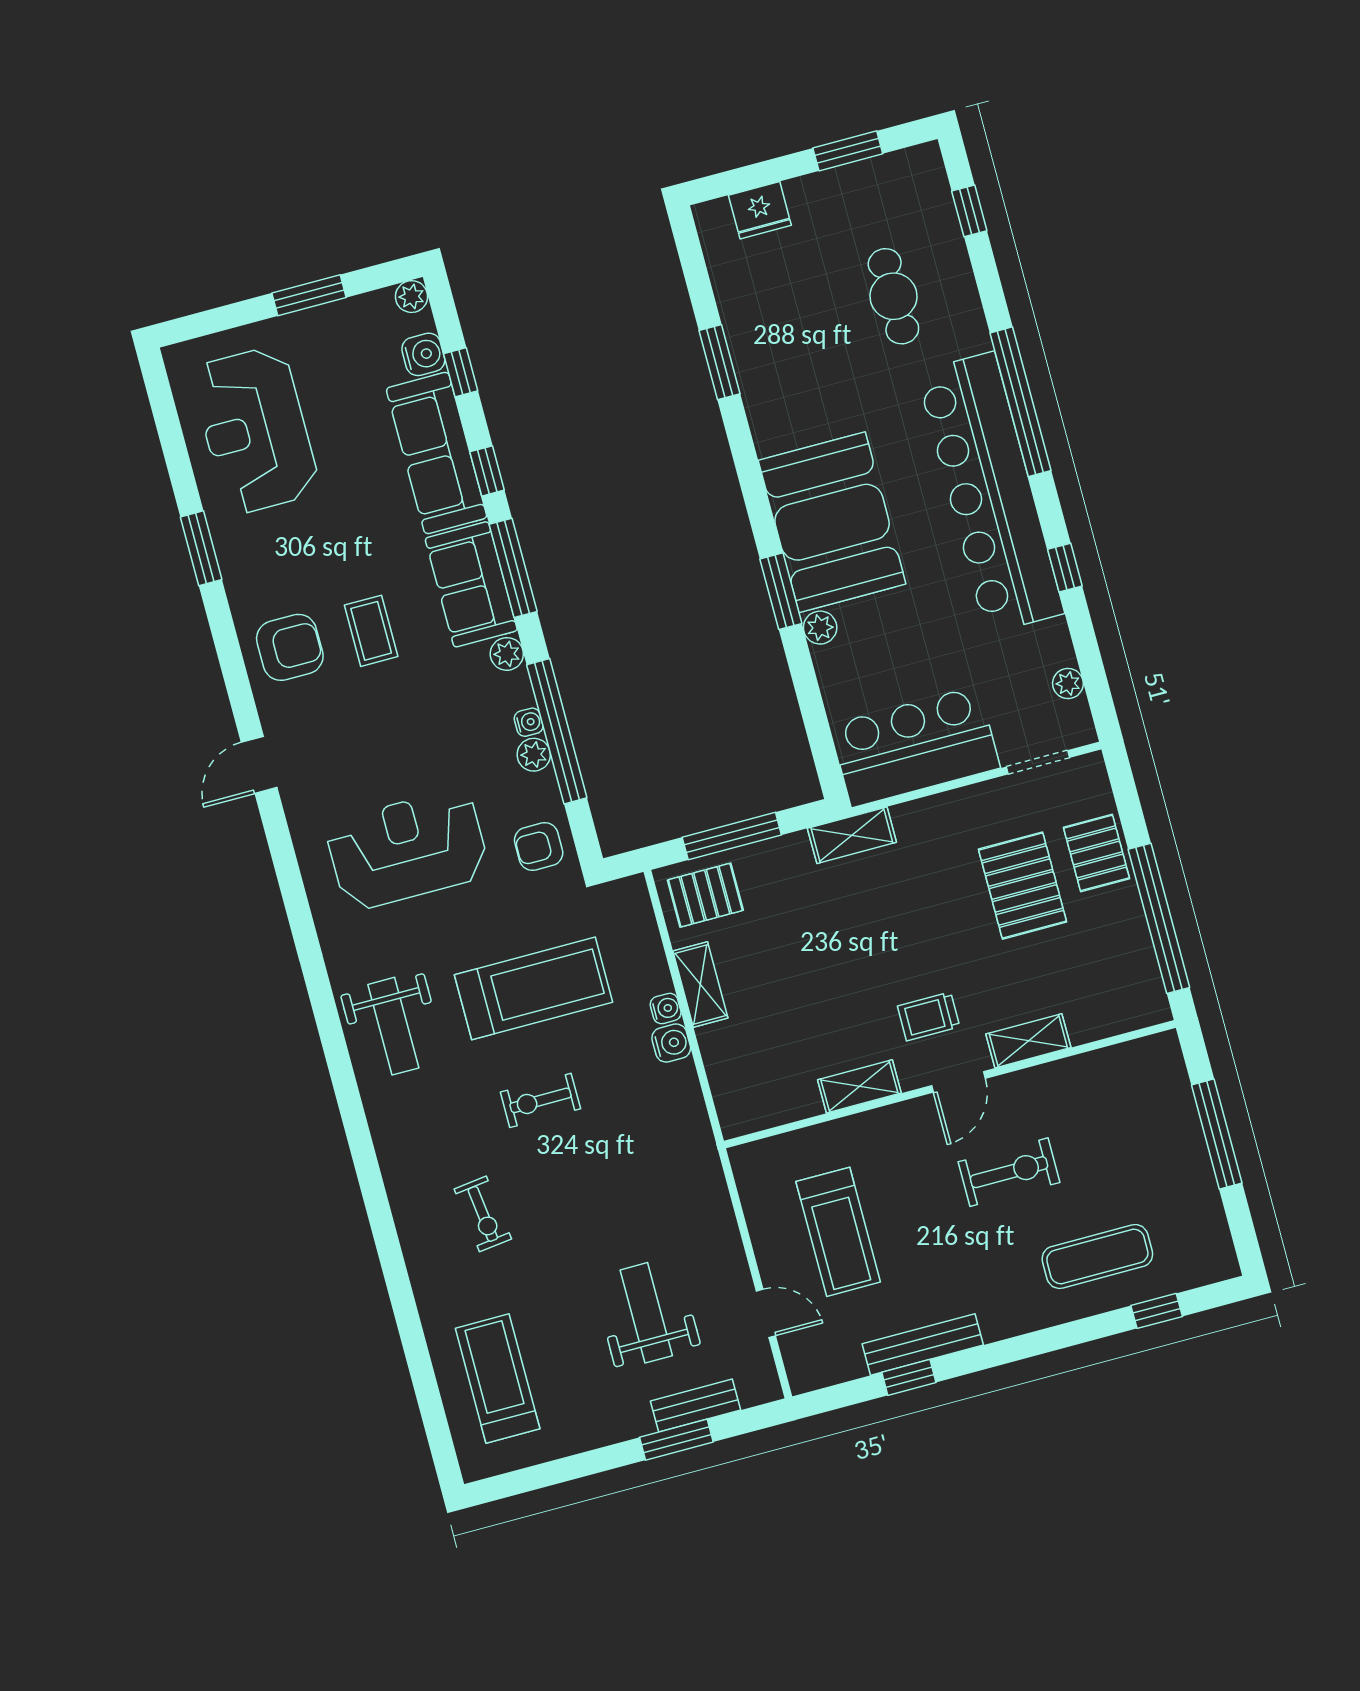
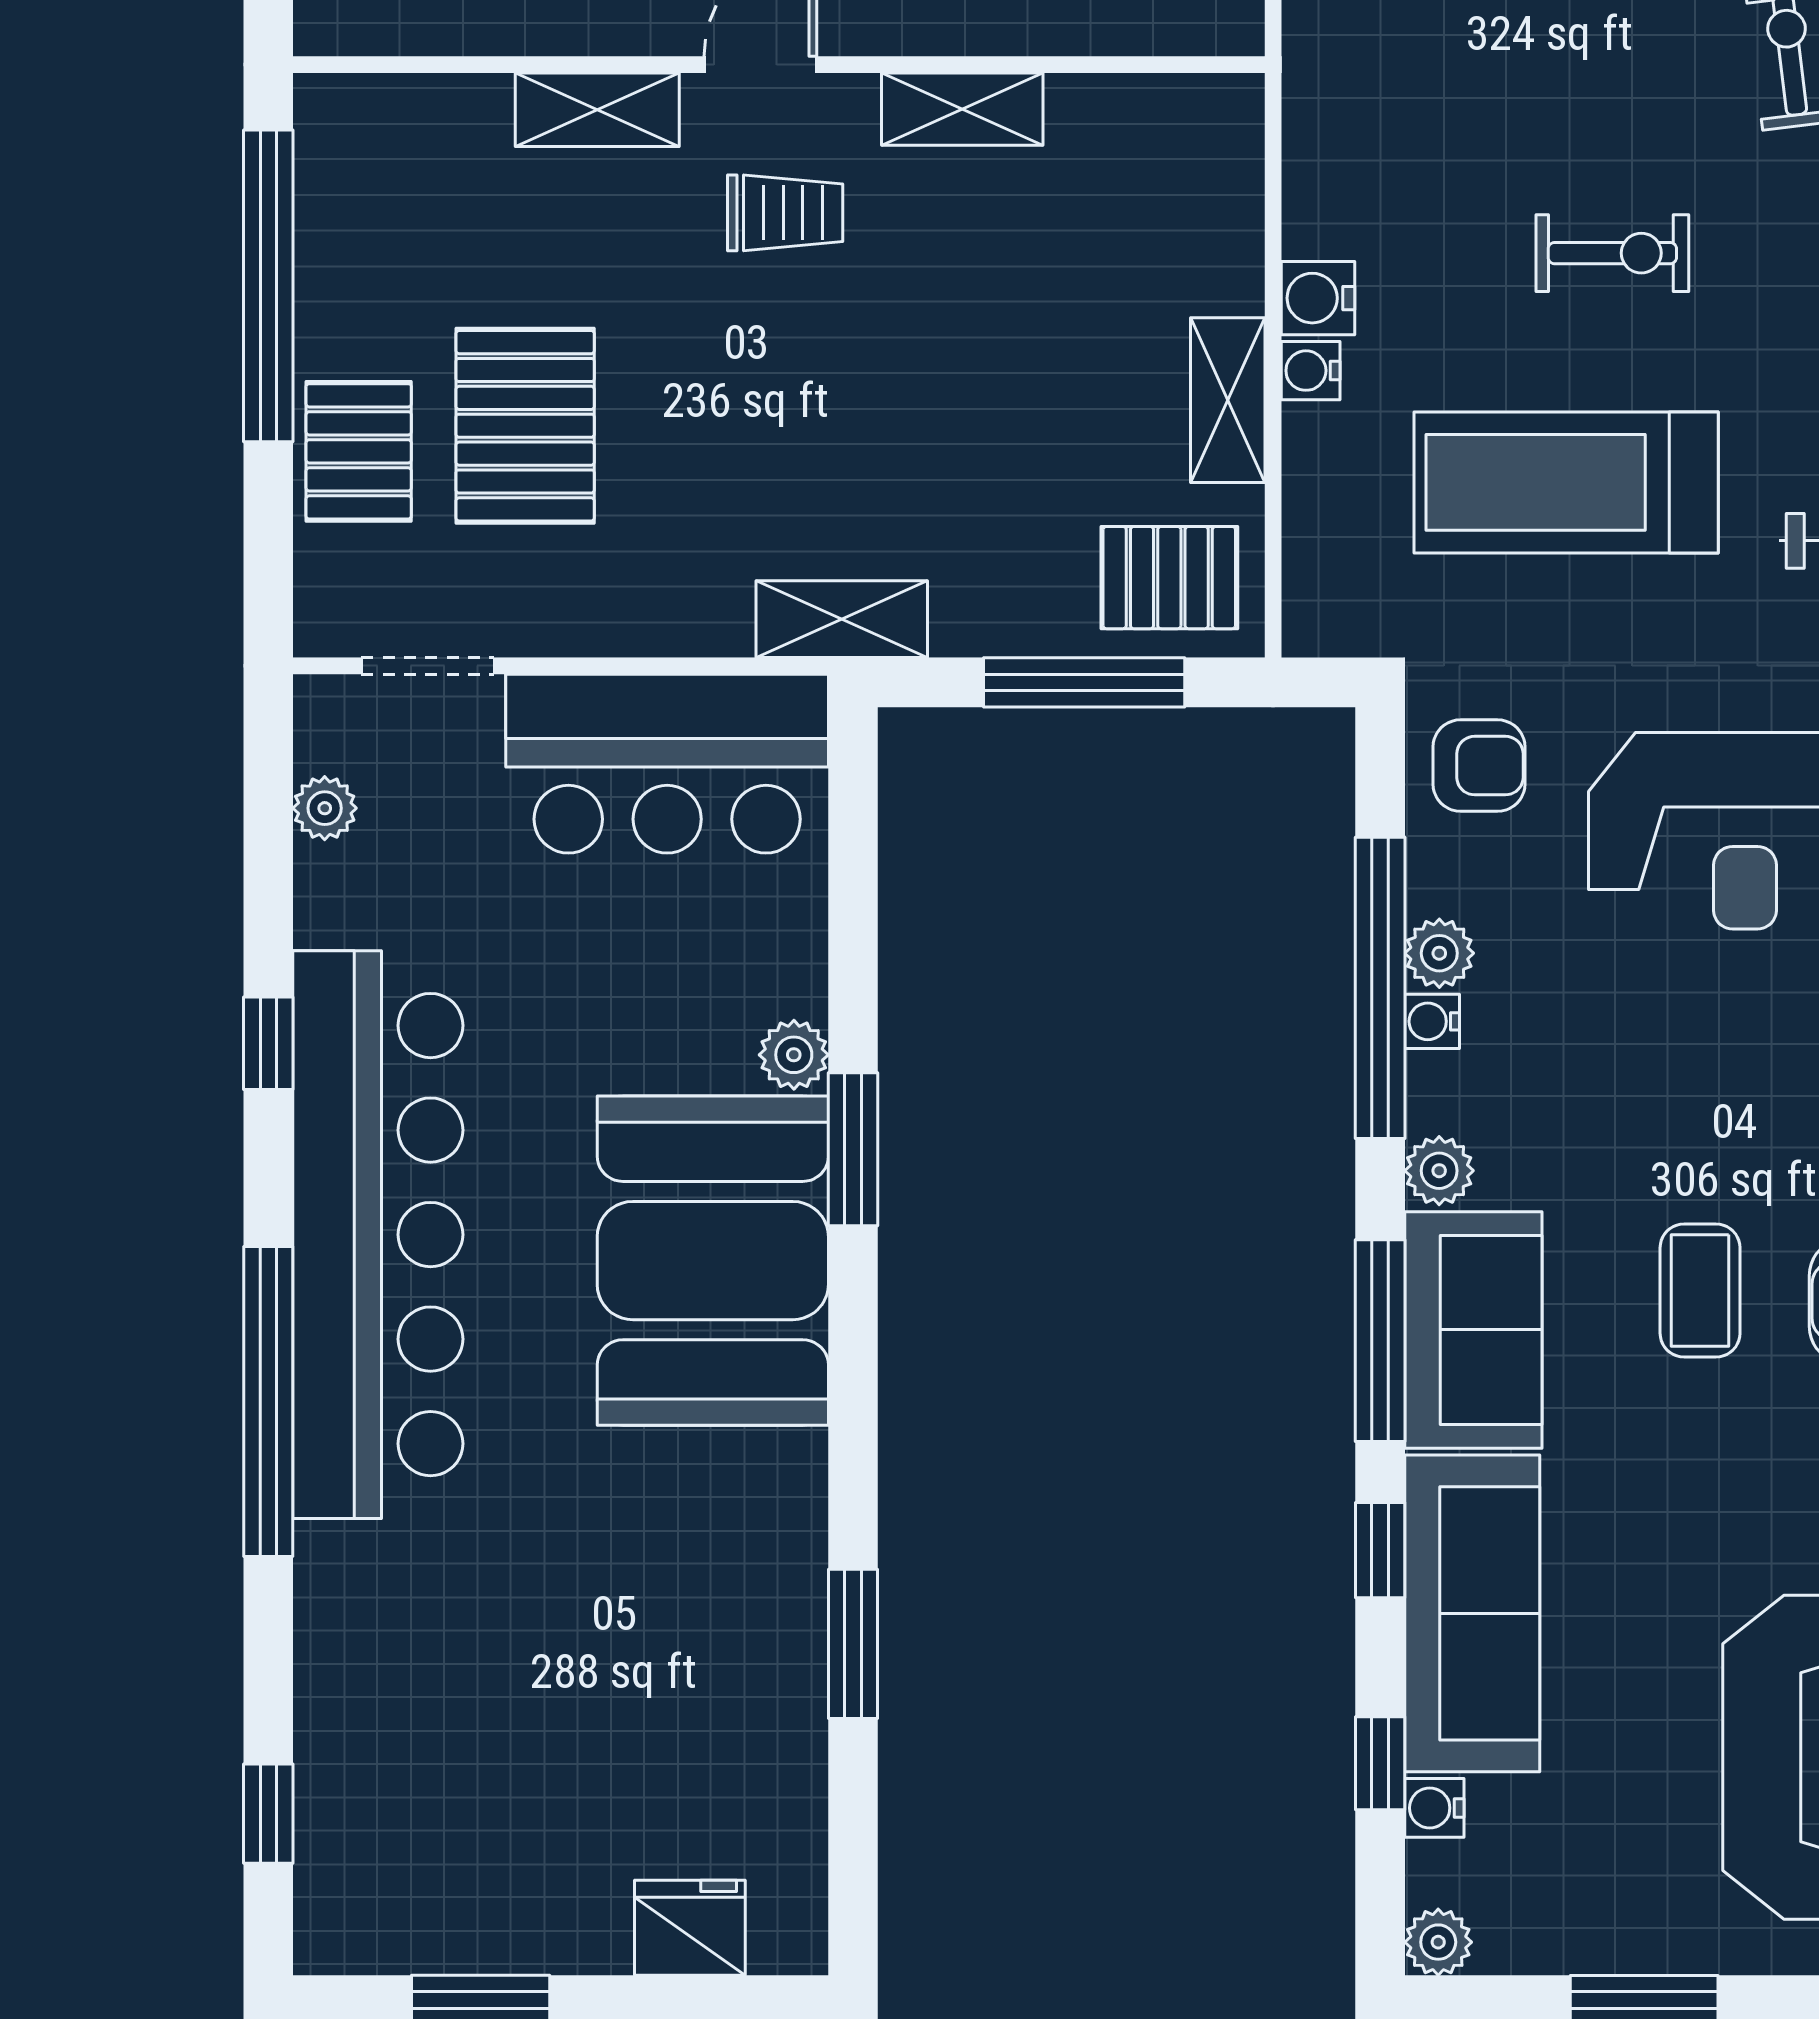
cafe table: (893, 296) -> (467, 1683), removed
water cooler: (423, 354) -> (1434, 1808), width x0.72, depth x0.72

